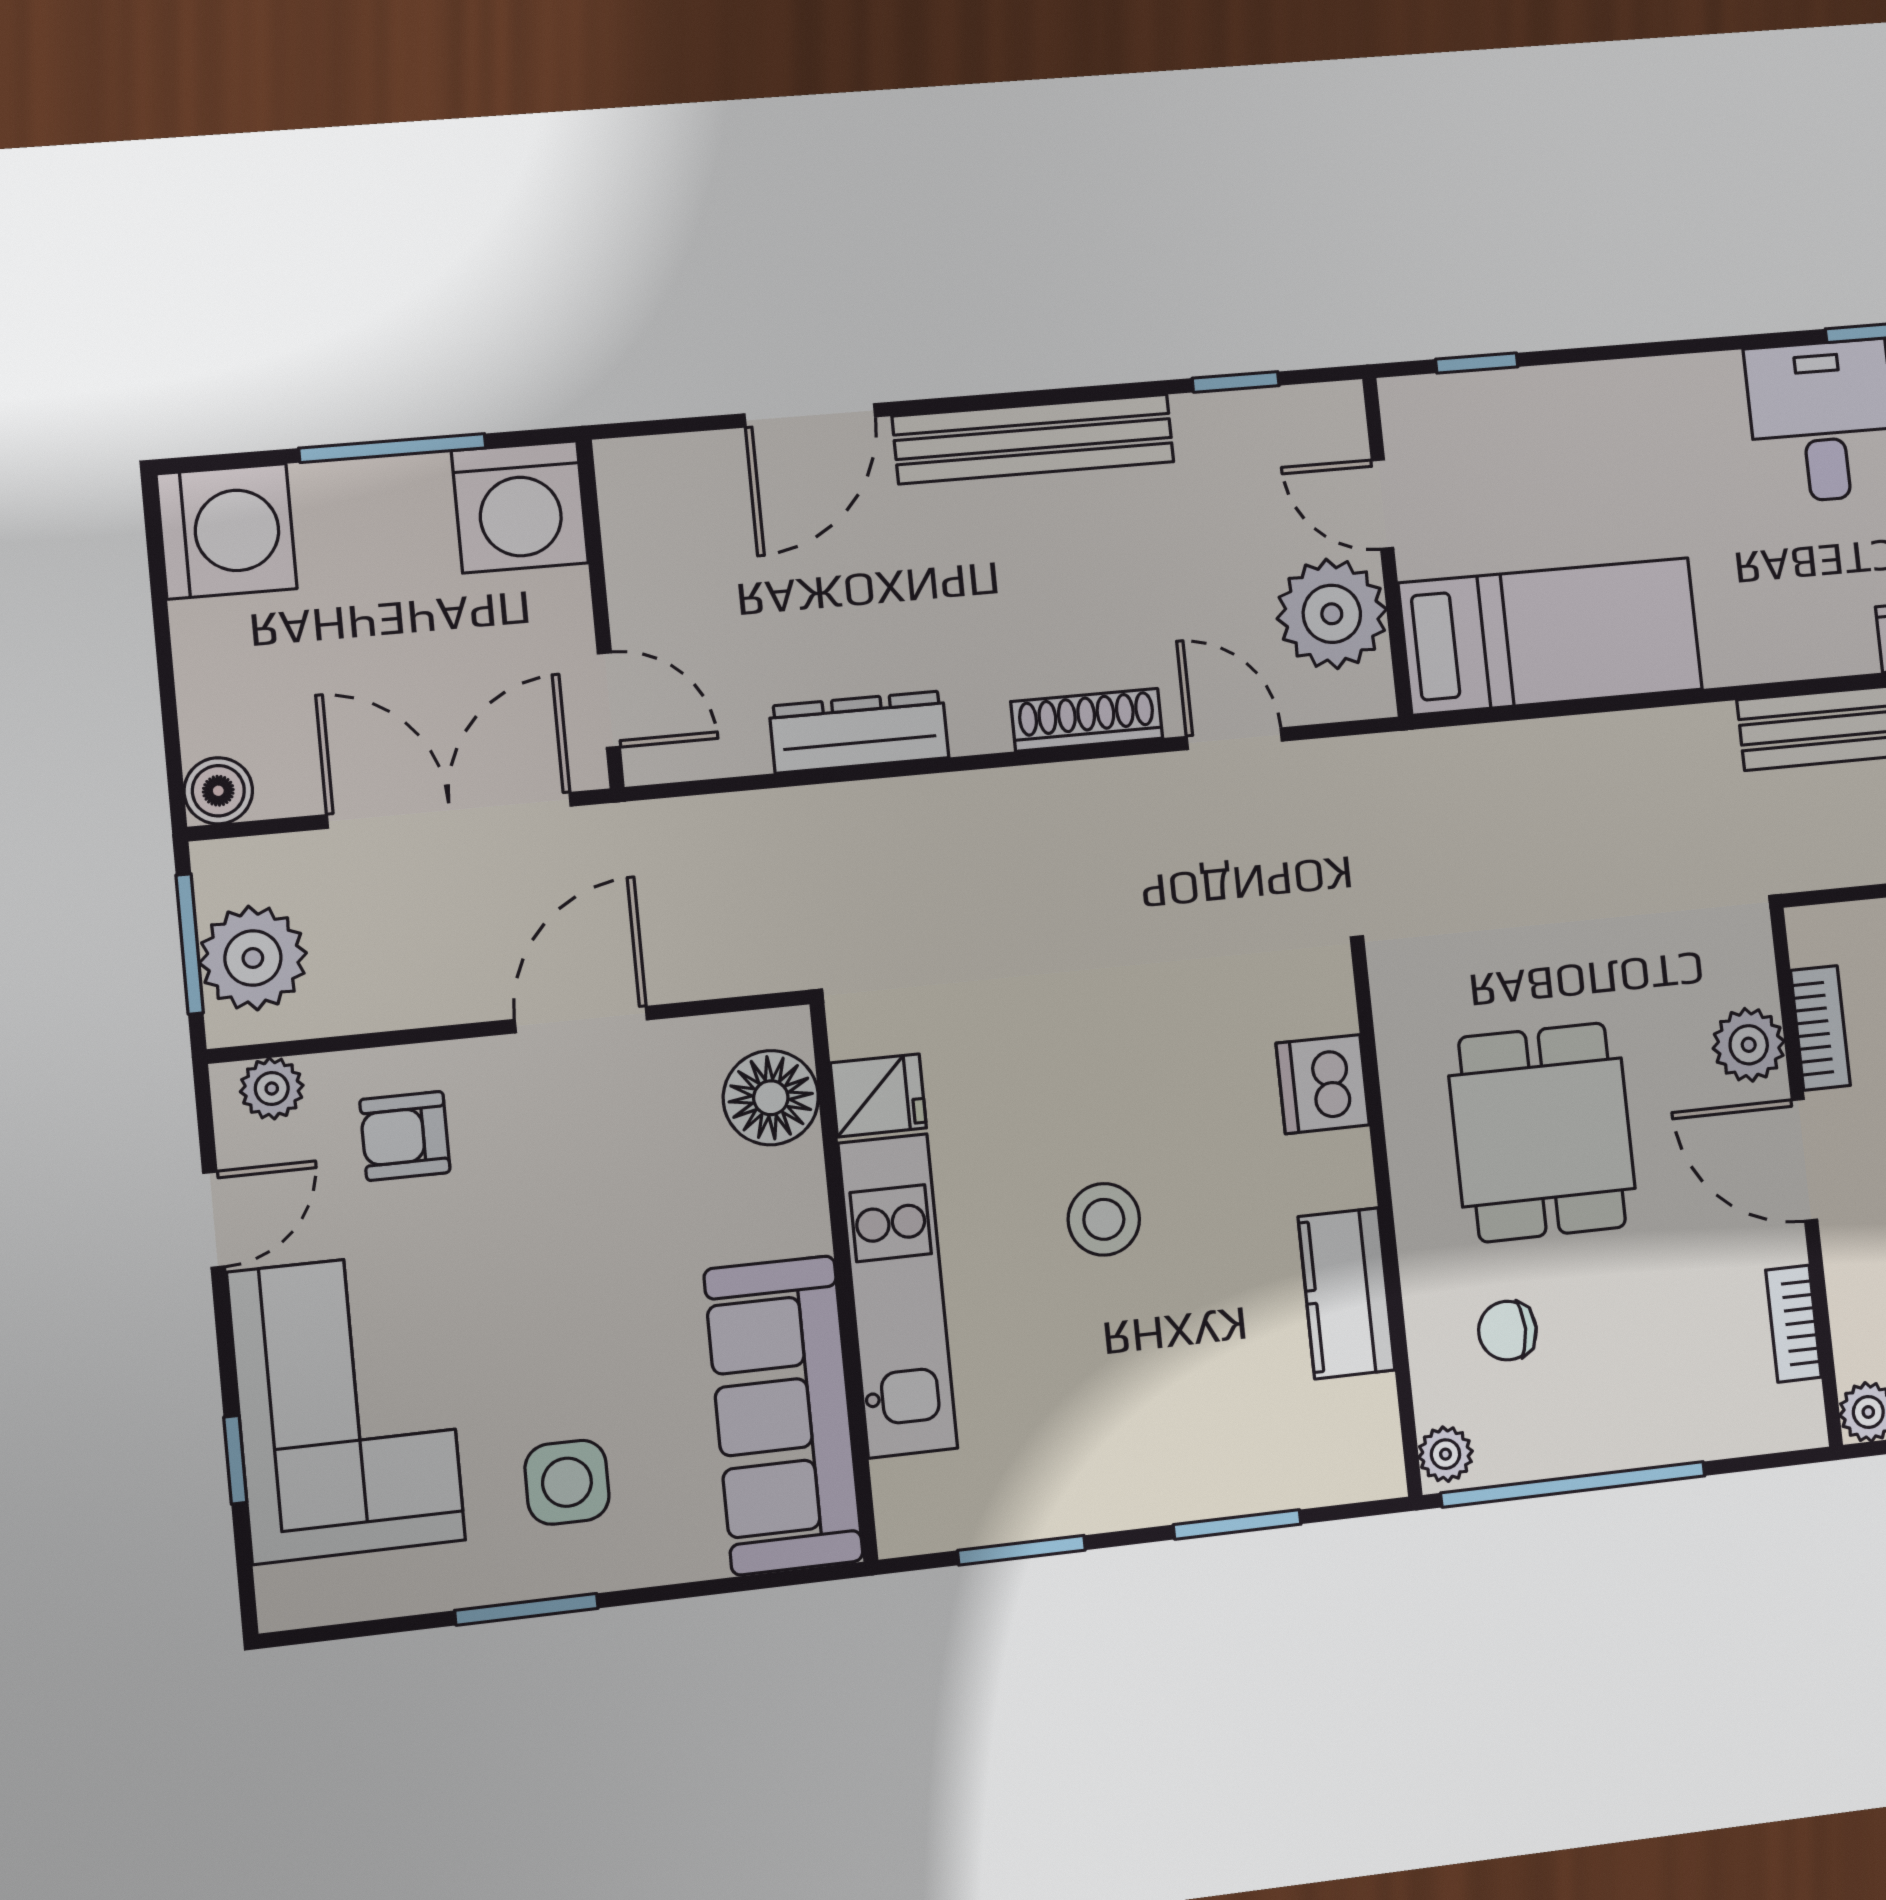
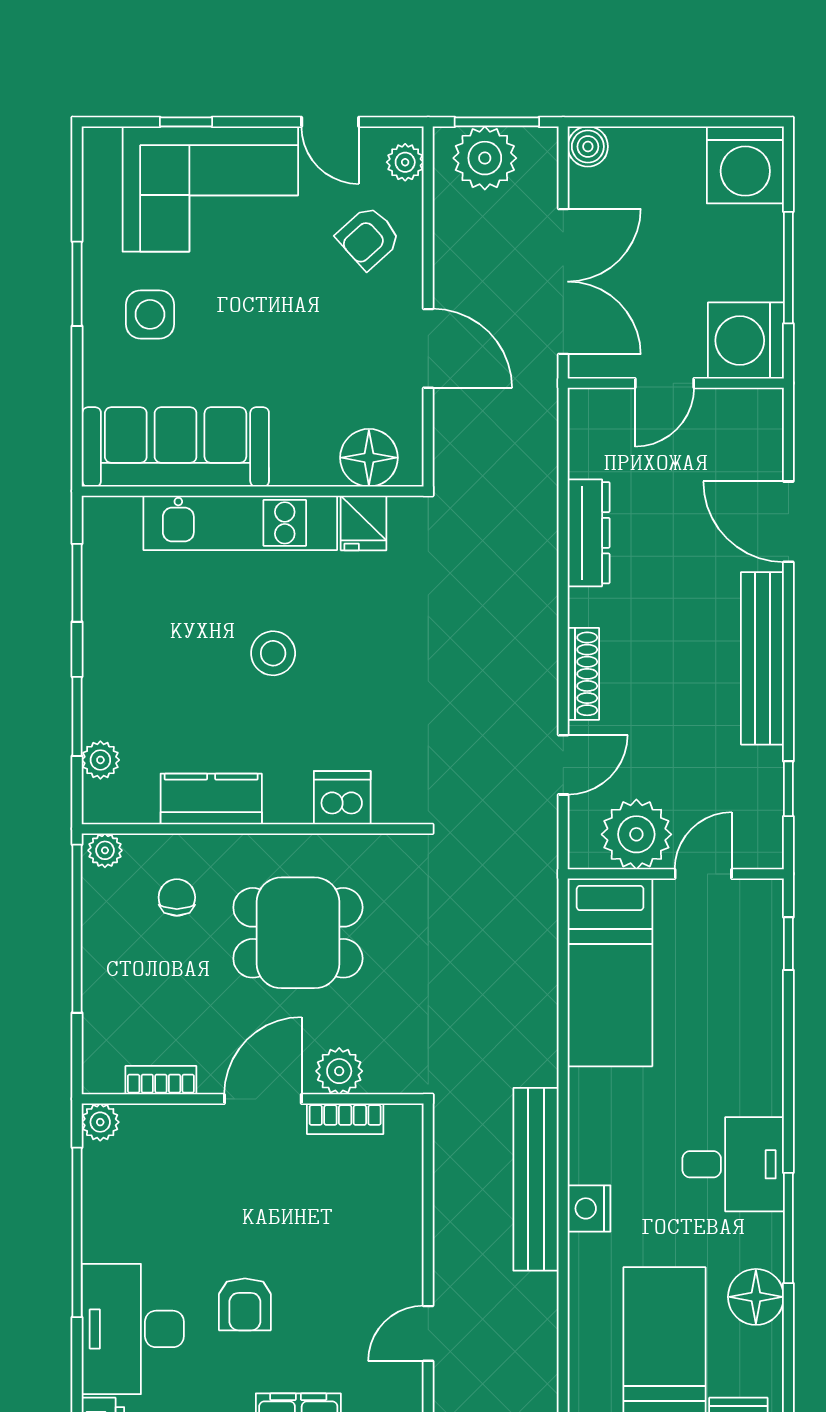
door: (609, 700) -> (664, 383), moved
armchair: (405, 1136) -> (368, 238), turned -132
plant: (1303, 1478) -> (100, 760), added

